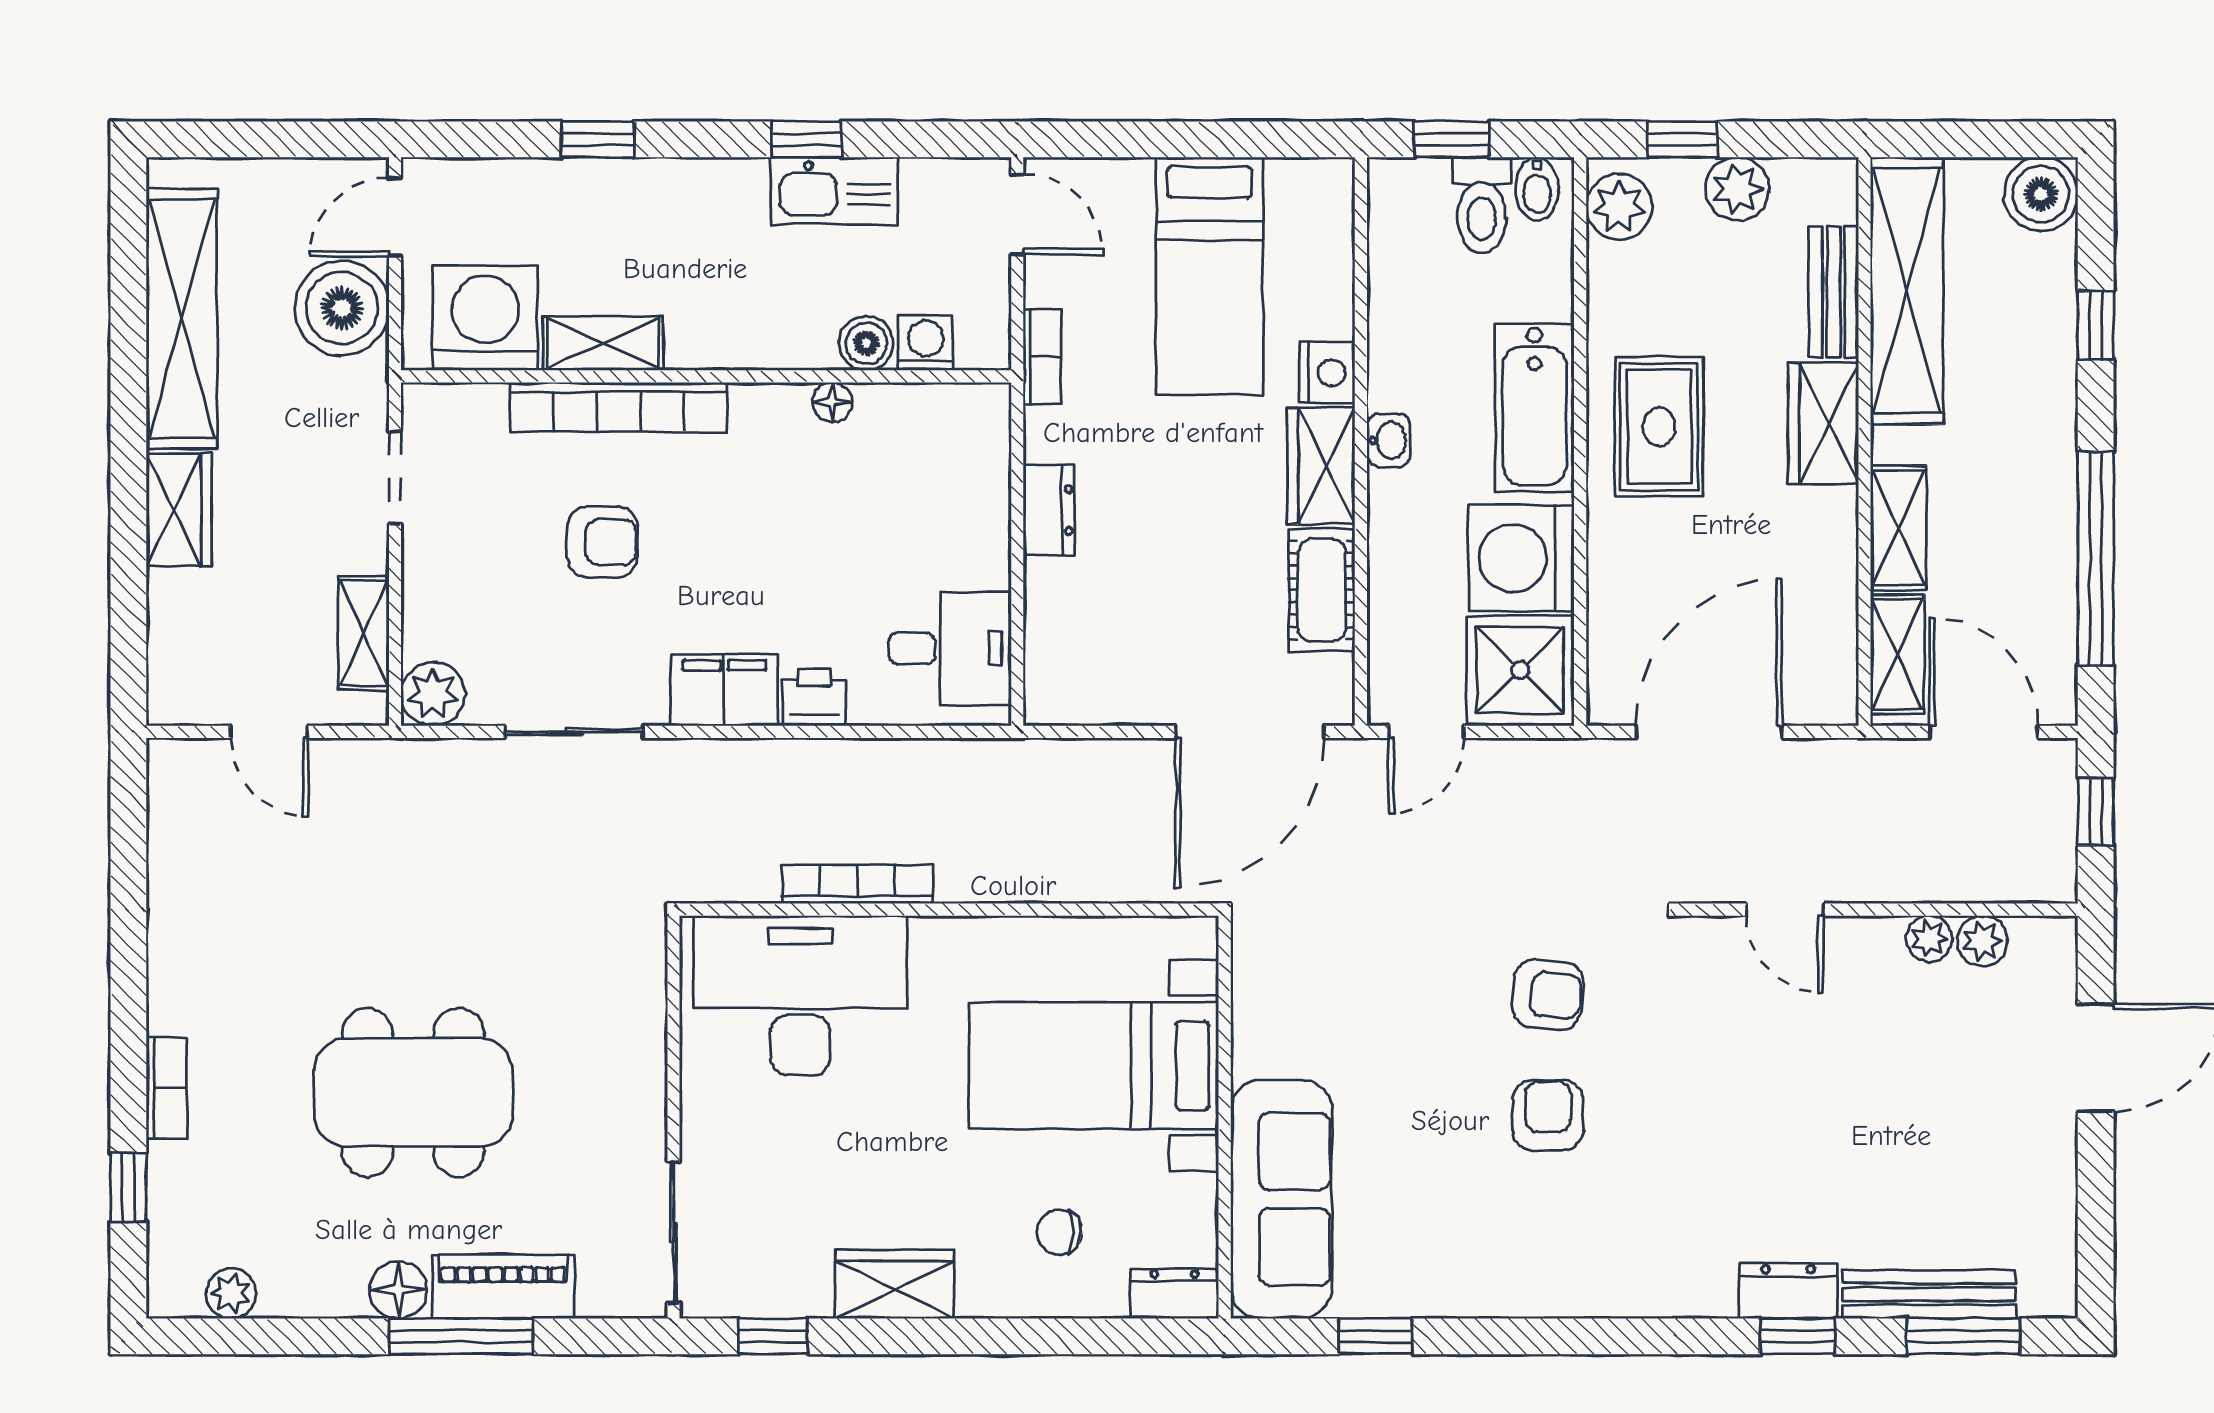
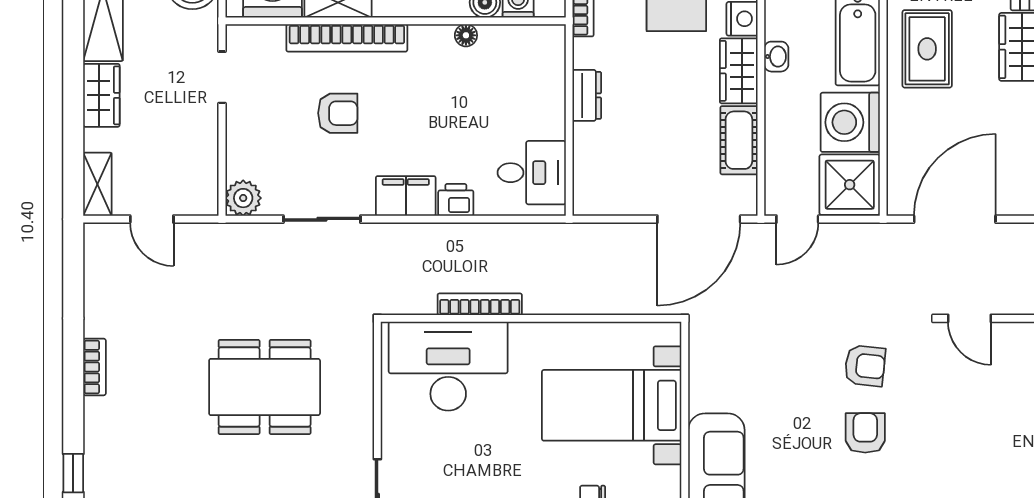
shelving: (364, 633) -> (97, 184), moved
door: (1785, 910) -> (969, 318), moved
bookcase: (166, 1088) -> (95, 367), moved
dining table: (413, 1092) -> (265, 387), moved

